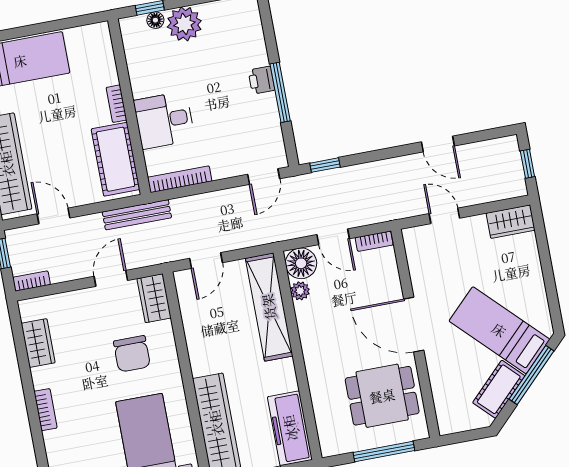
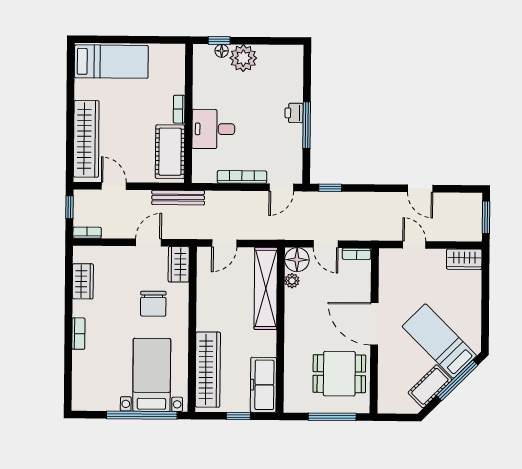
window: (527, 164) -> (486, 217), width x1.50
bookcase: (180, 179) -> (242, 177), moved

